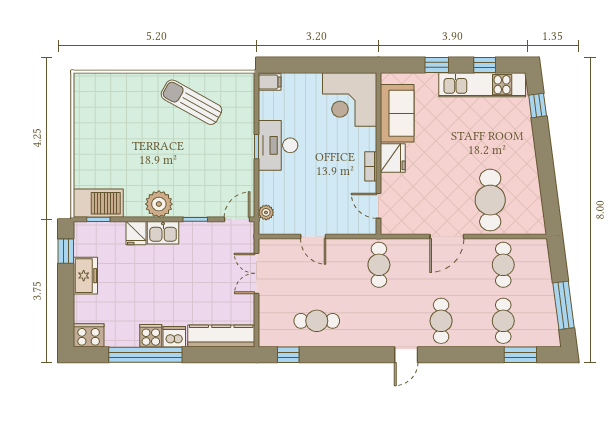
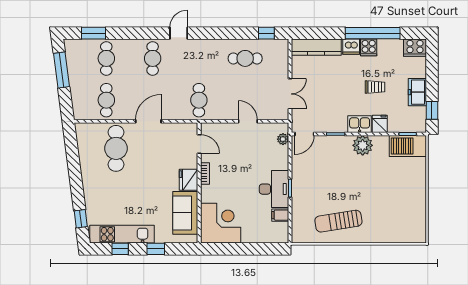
filing cabinet: (270, 82) -> (280, 215), moved
sun lounger: (191, 102) -> (338, 221), turned 142
trolley: (142, 283) -> (375, 87), added

